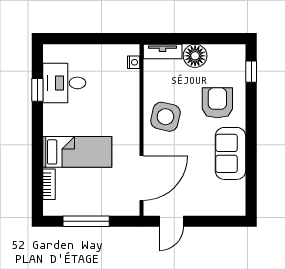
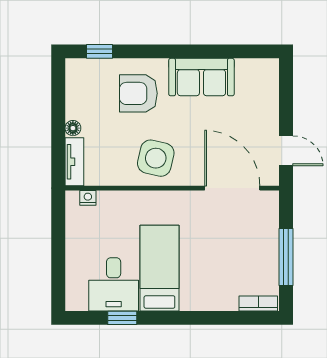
floor lamp: (195, 56) -> (73, 128), width x0.53, depth x0.53
bed: (77, 152) -> (159, 268), moved
bookcase: (49, 184) -> (258, 303), moved

